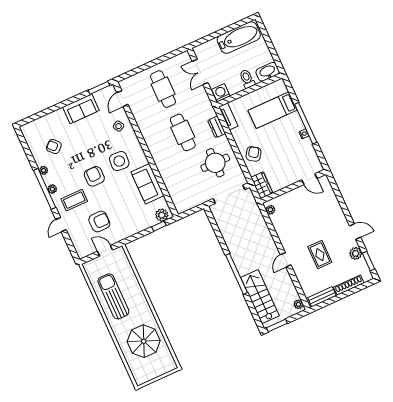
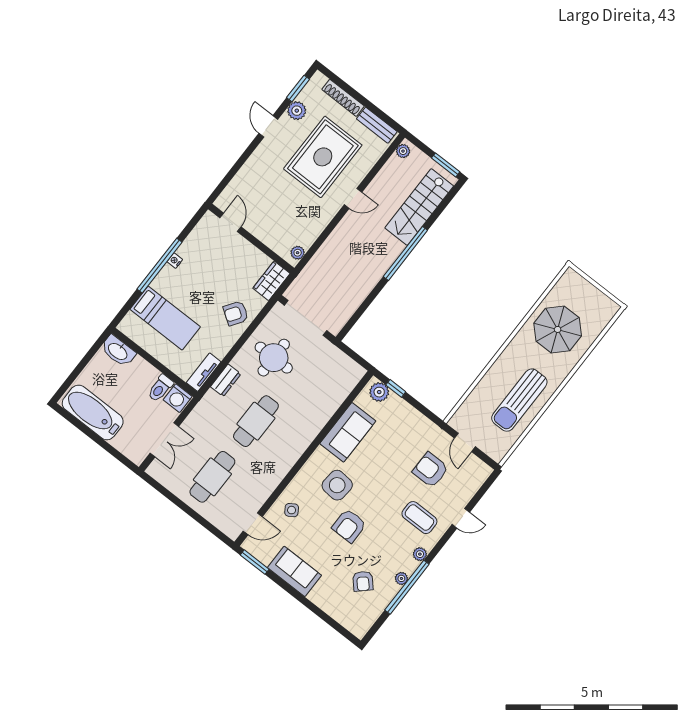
toilet: (247, 79) -> (160, 388), moved
armchair: (94, 176) -> (349, 526), moved
window: (45, 189) -> (407, 587), moved
rug: (320, 255) -> (323, 157), width x1.86, depth x2.06

